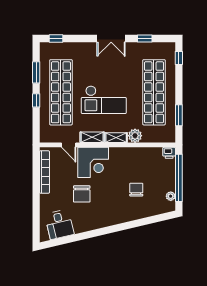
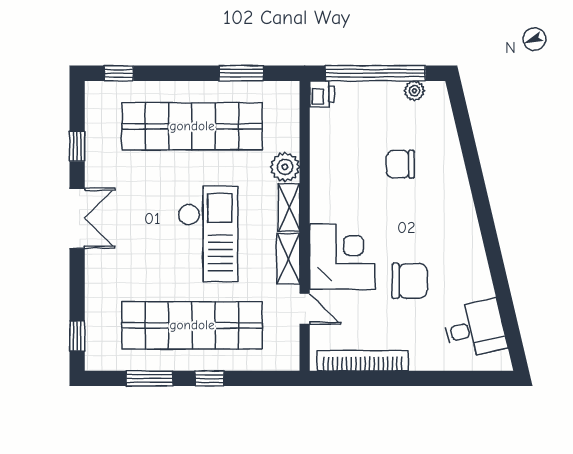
door: (69, 145) -> (305, 309), hinge flipped

